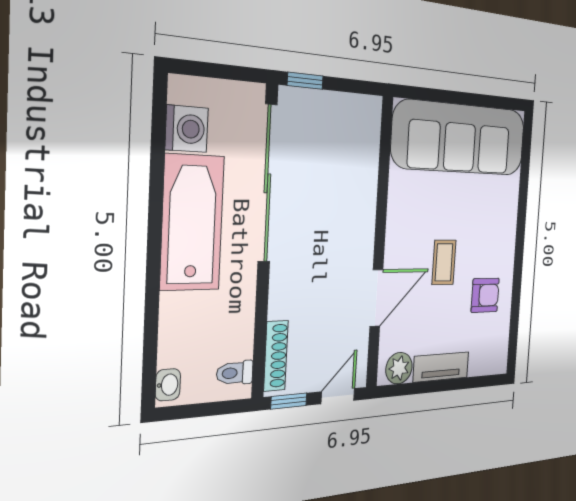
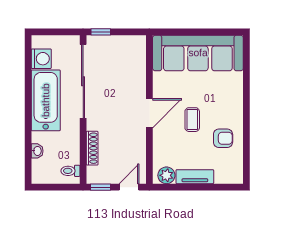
door: (376, 298) -> (149, 113), moved
shoe rack: (276, 356) -> (92, 148), moved
washbasin: (168, 385) -> (37, 151), moved

